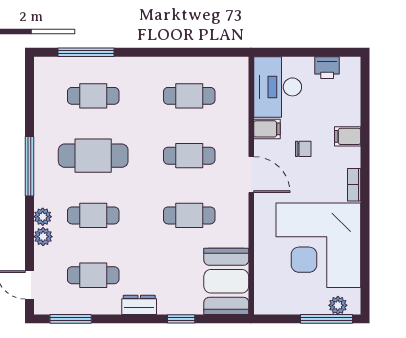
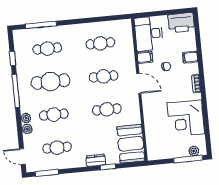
printer: (327, 68) -> (181, 23), width x1.87, depth x1.48
window: (29, 107) -> (13, 58), added
corner desk: (318, 245) -> (186, 118), width x0.74, depth x0.74
dresser: (139, 305) -> (96, 160), moved

